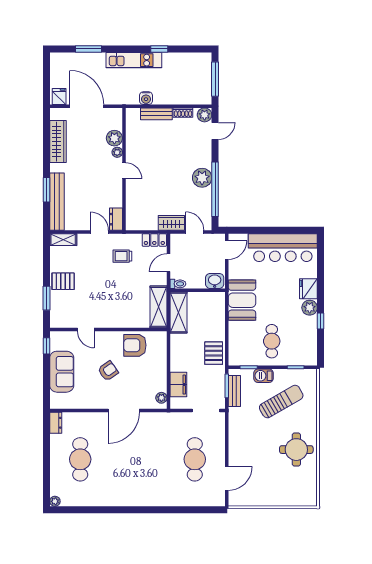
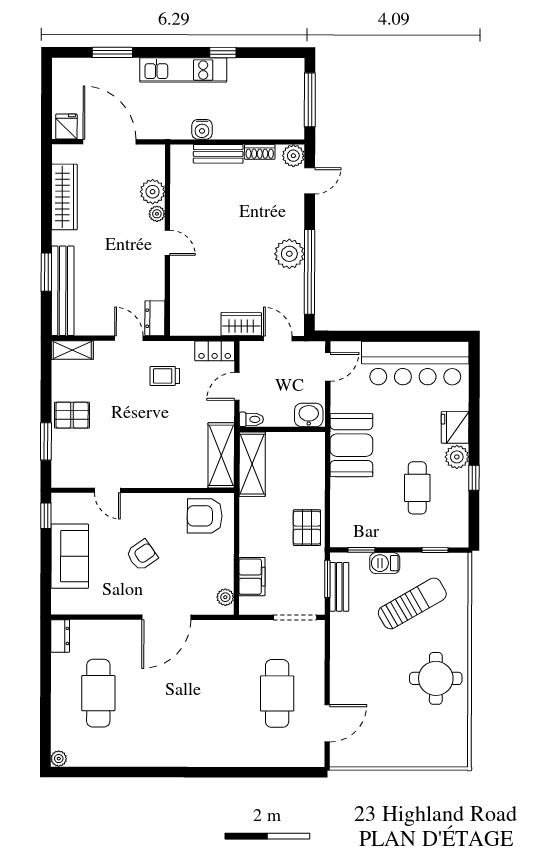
cafe table: (272, 341) -> (417, 488), moved
armchair: (135, 345) -> (205, 516), moved

